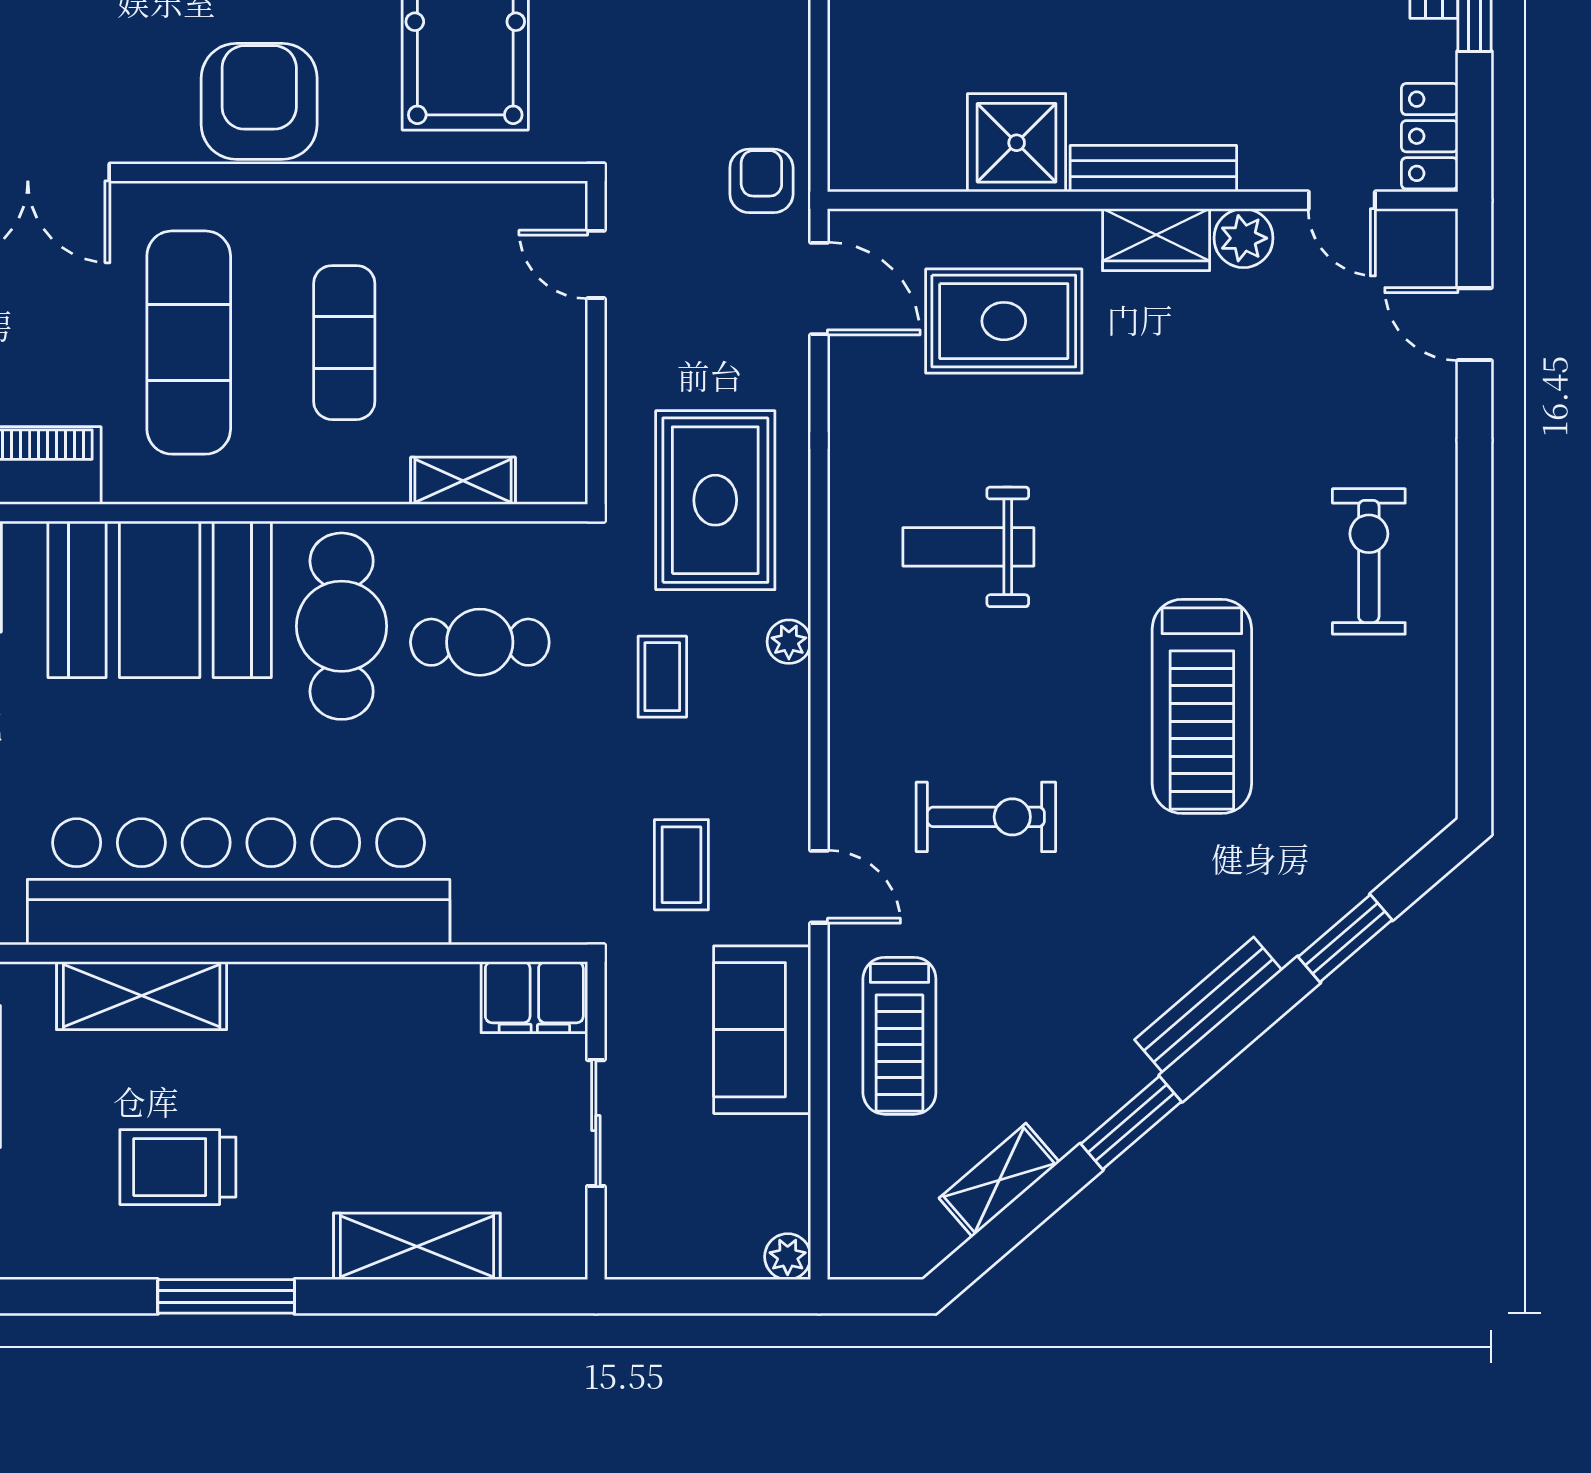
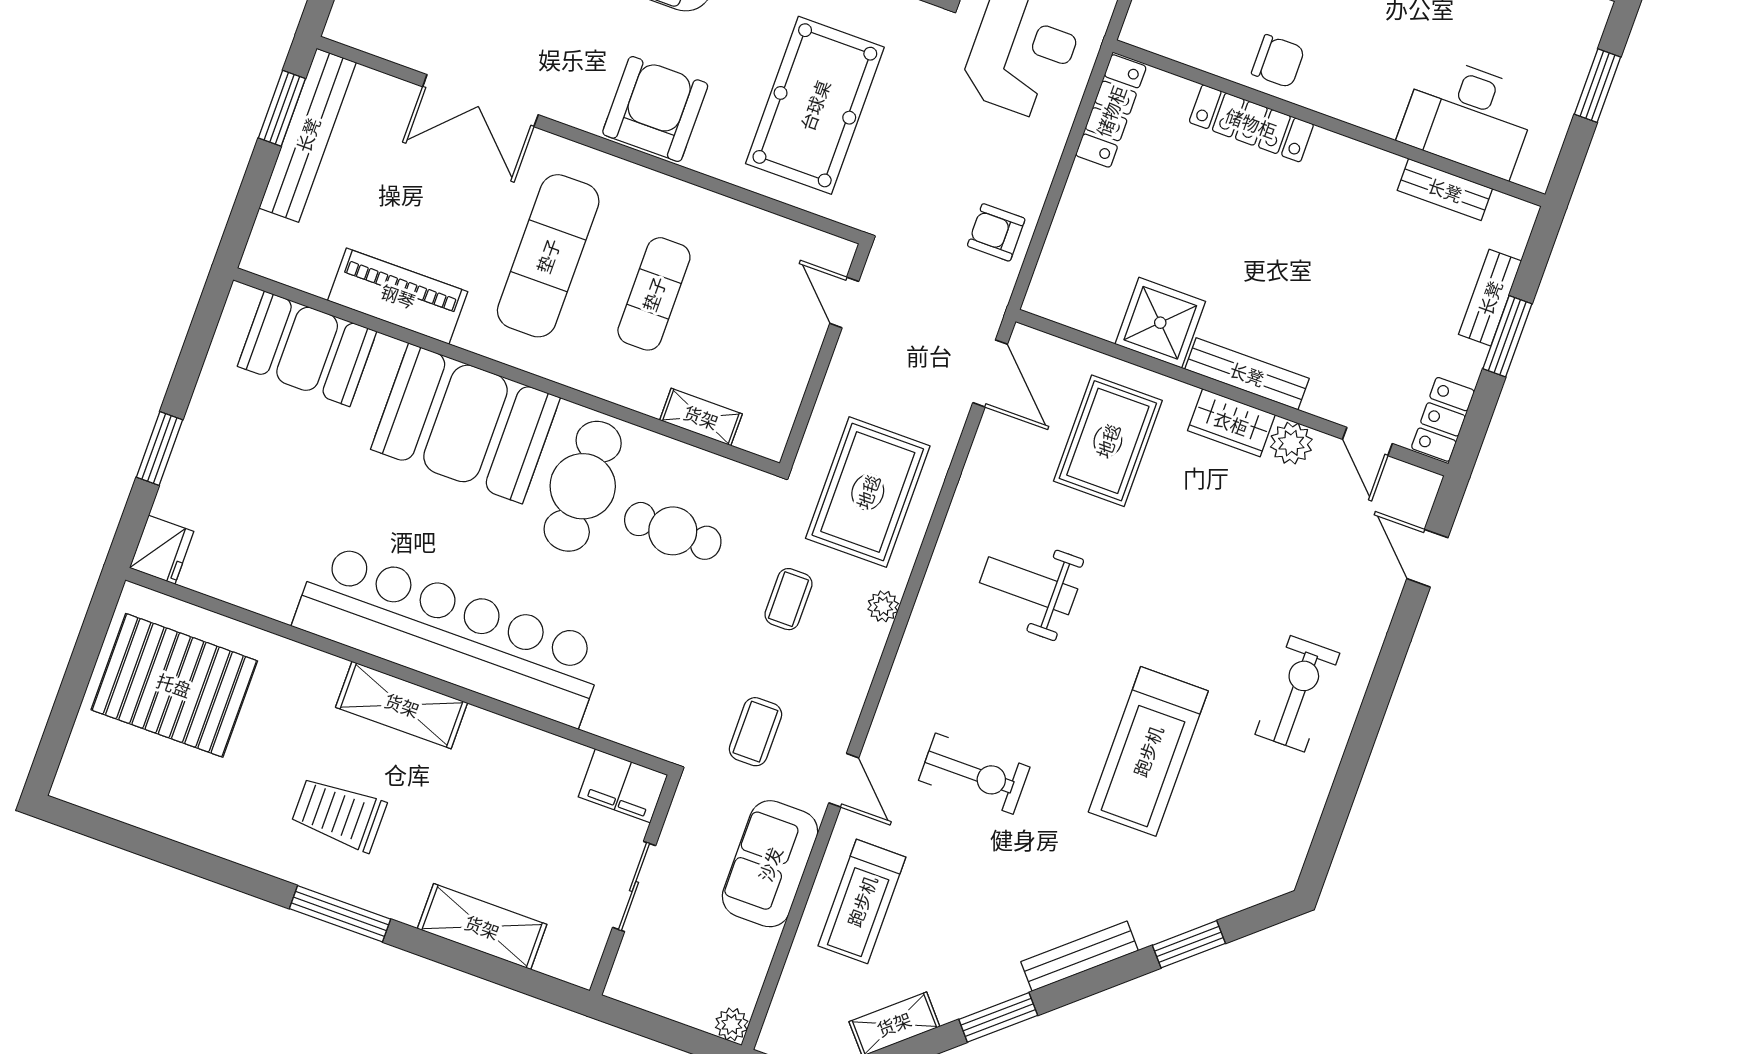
armchair: (761, 181) -> (996, 232), moved, turned -90
rug: (1004, 321) -> (1108, 441), turned 90
shelving: (142, 996) -> (402, 705), moved

